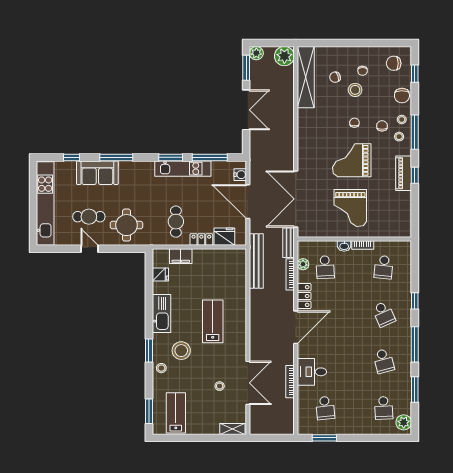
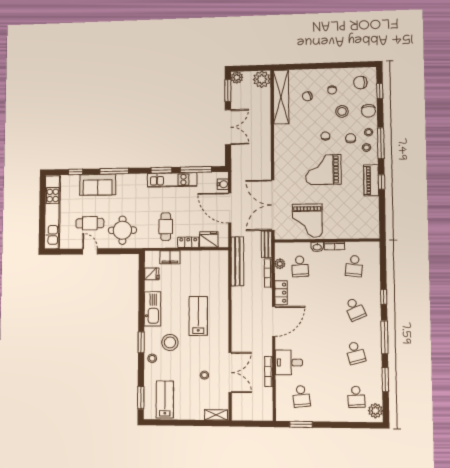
stool: (355, 90) -> (342, 111), moved
grand piano: (350, 208) -> (307, 221), moved

